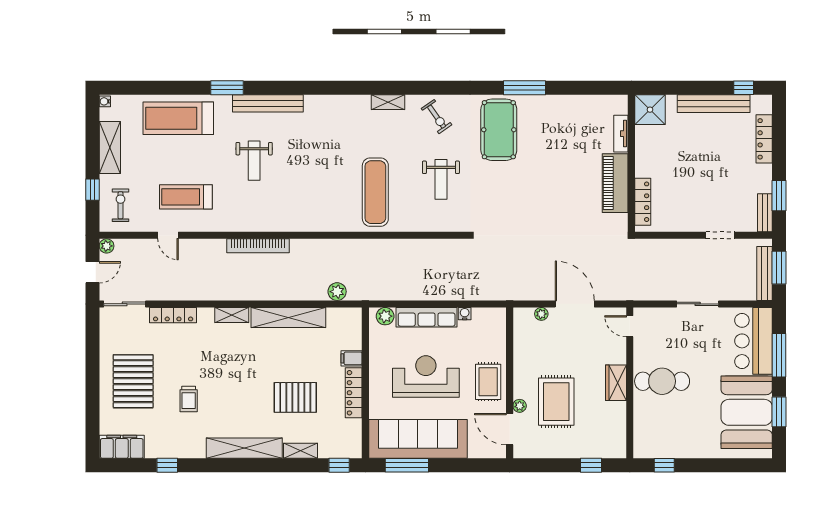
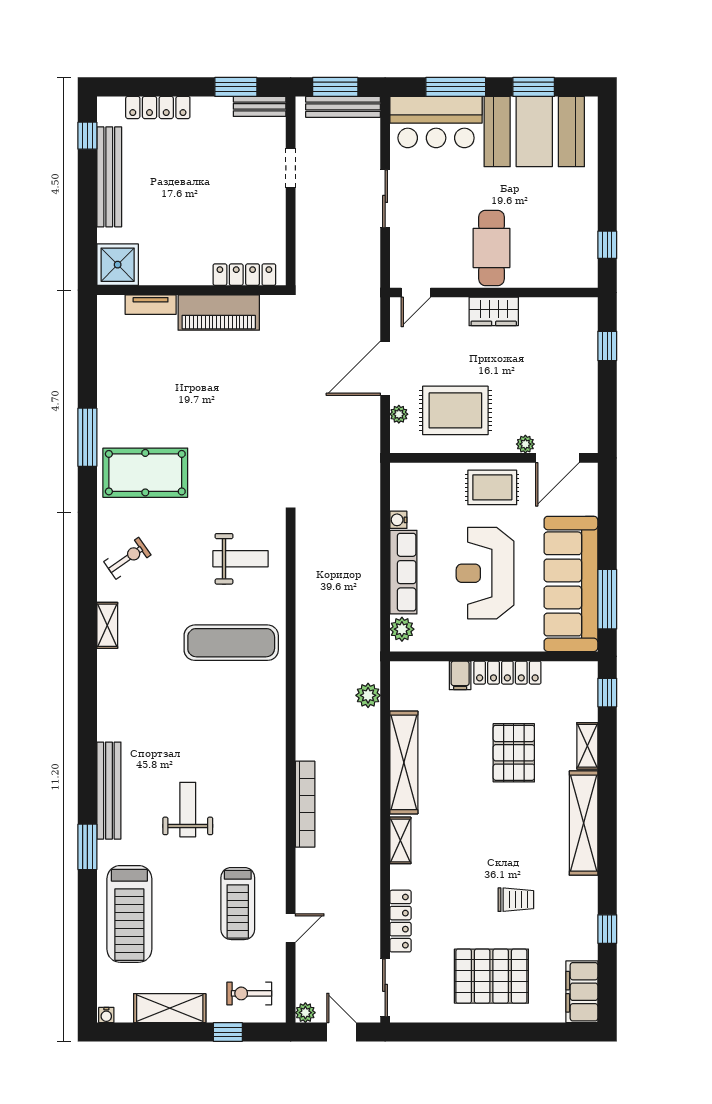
weight bench: (254, 161) -> (188, 810), turned -90
weight bench: (441, 179) -> (241, 559), moved
rug: (556, 402) -> (455, 410), moved

